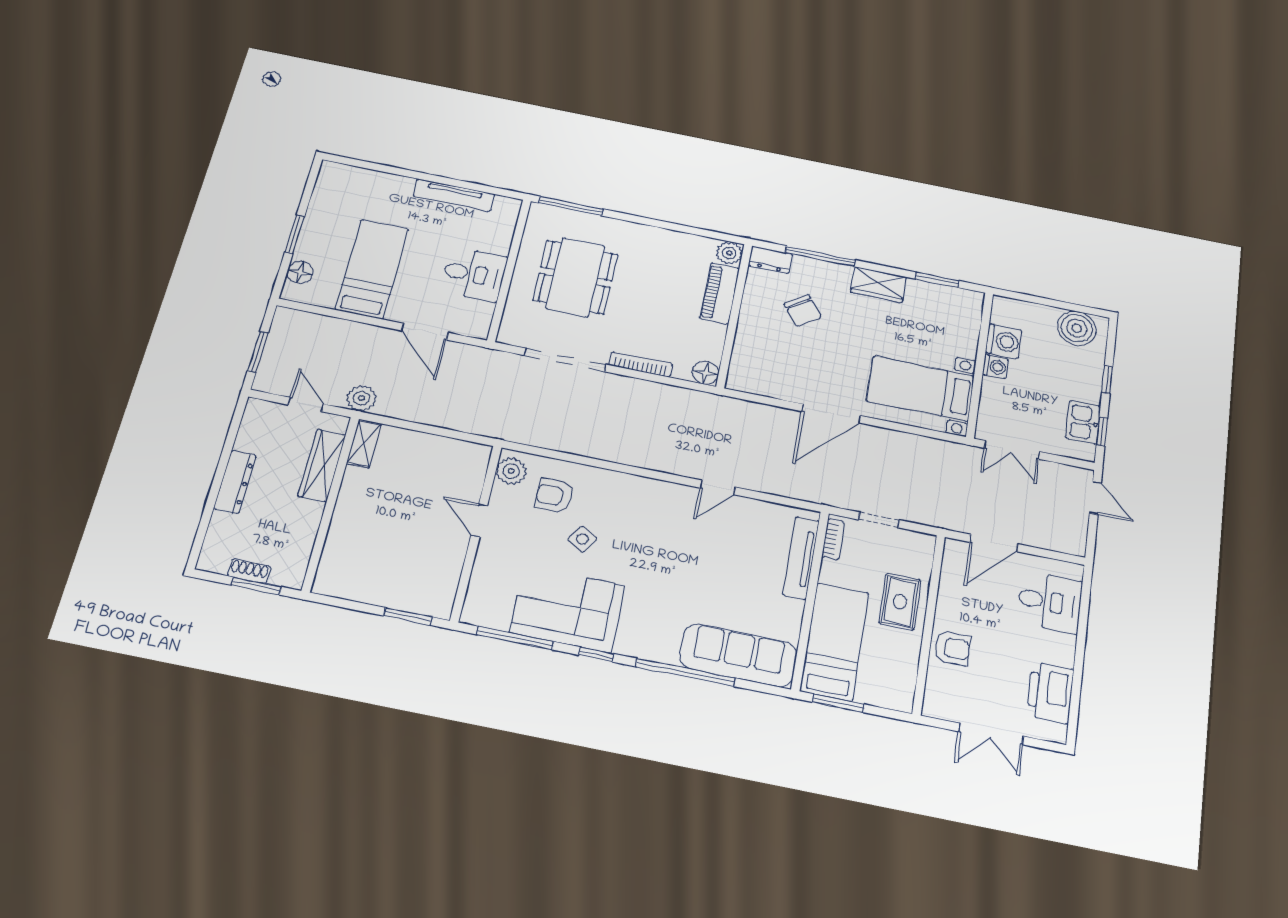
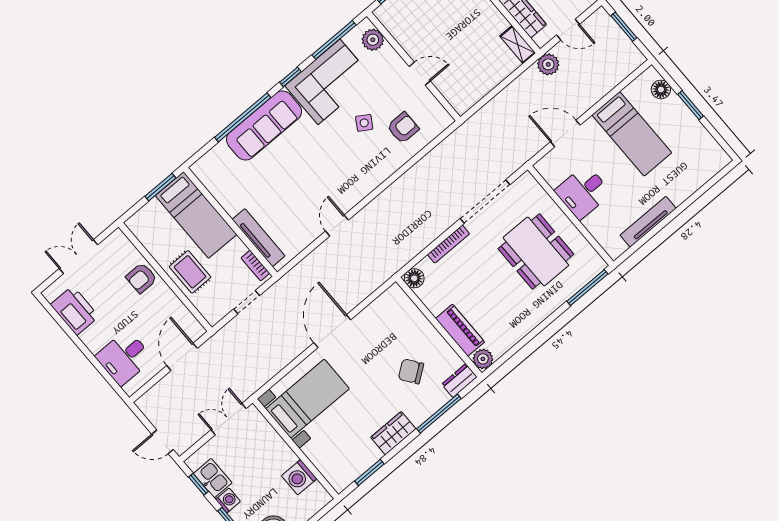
washing machine: (995, 367) -> (228, 500), moved, turned 180
plant: (511, 471) -> (373, 40), moved
sofa: (738, 655) -> (264, 125), moved

